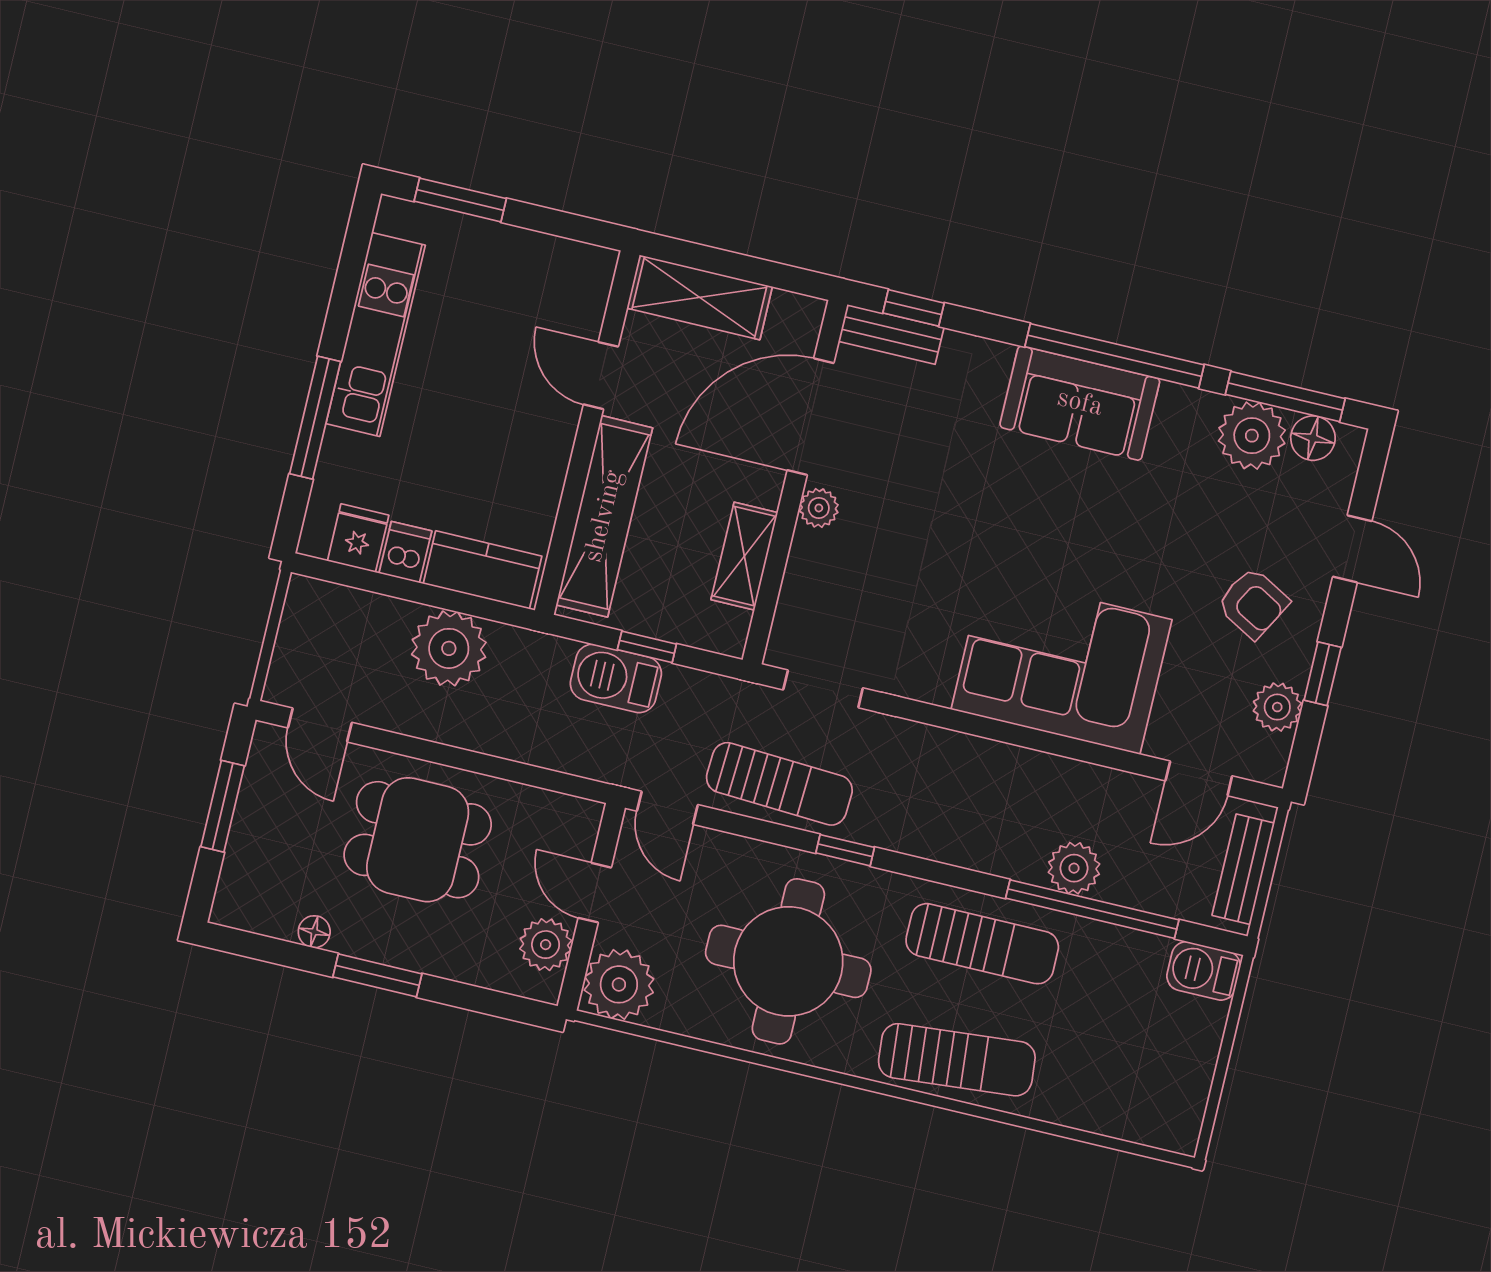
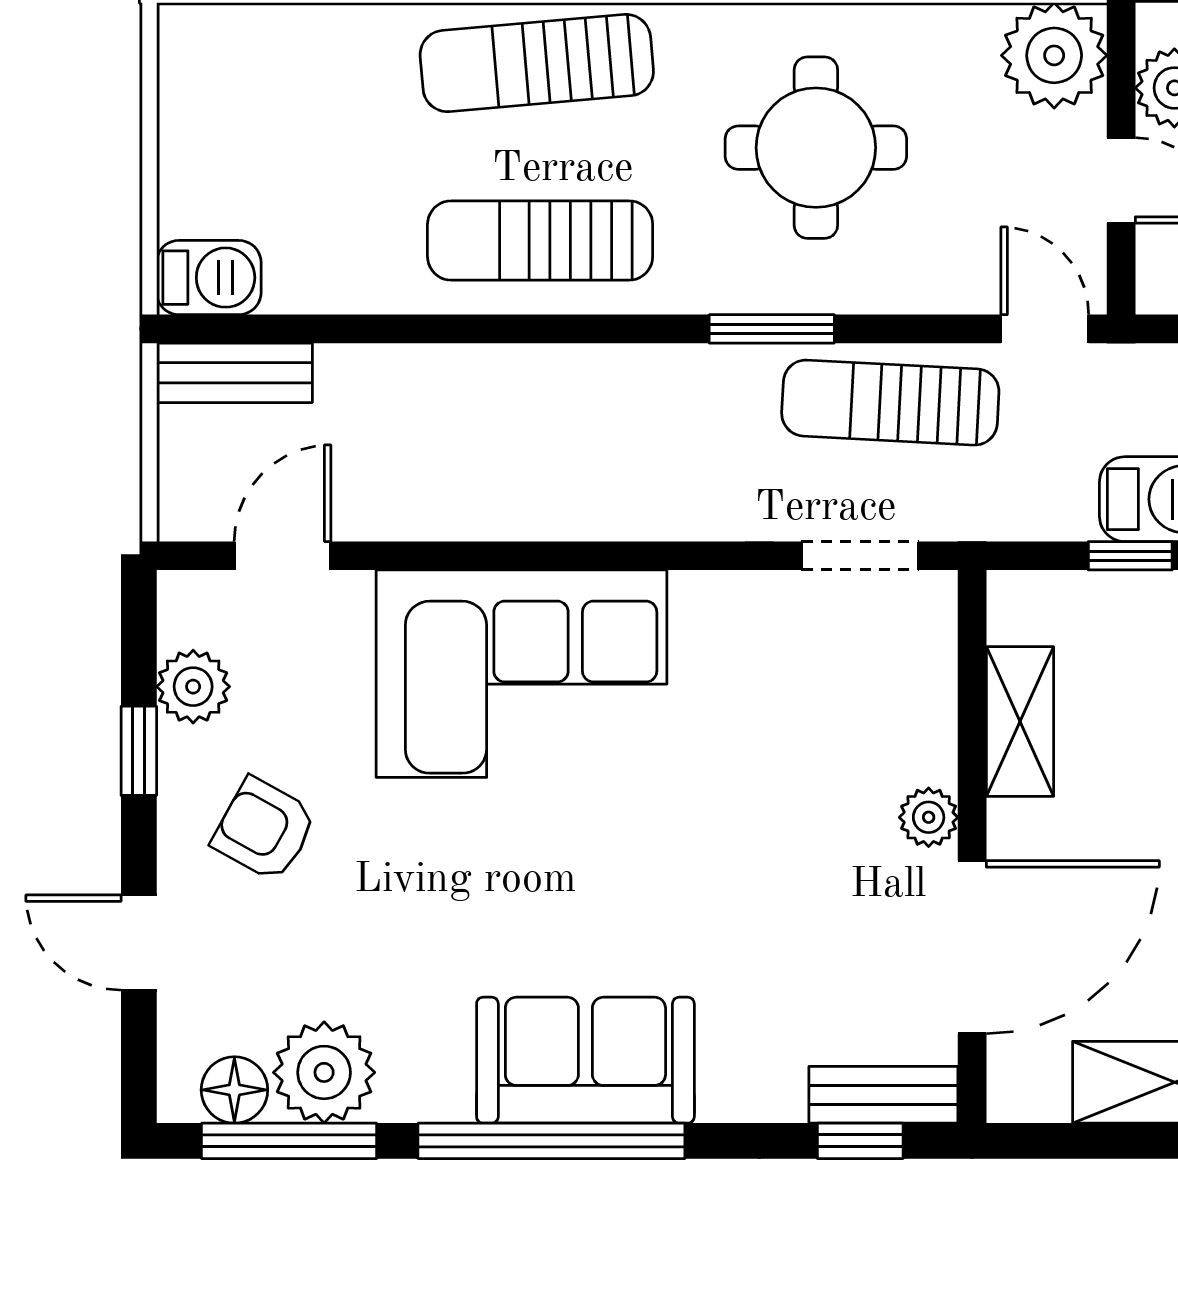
window: (845, 850) -> (772, 329), width x1.50
plant: (1074, 868) -> (433, 382), removed
bench: (1243, 869) -> (234, 373), moved, turned 90
window: (1092, 909) -> (392, 329), removed
round table: (788, 961) -> (816, 148), width x0.73, depth x0.73

